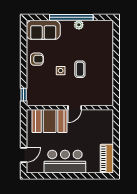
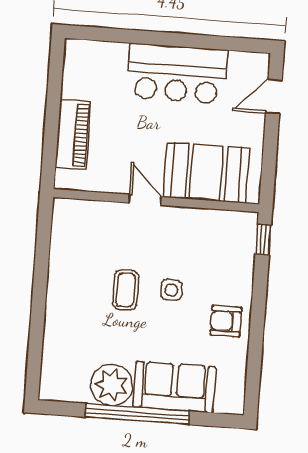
plant: (79, 25) -> (112, 385), width x1.87, depth x1.87
sofa: (43, 30) -> (175, 387), moved
door: (75, 108) -> (145, 200), hinge flipped
piano: (107, 159) -> (73, 135), moved

